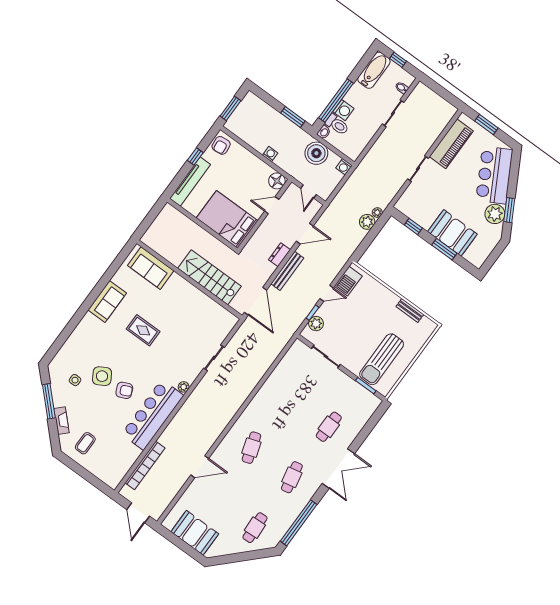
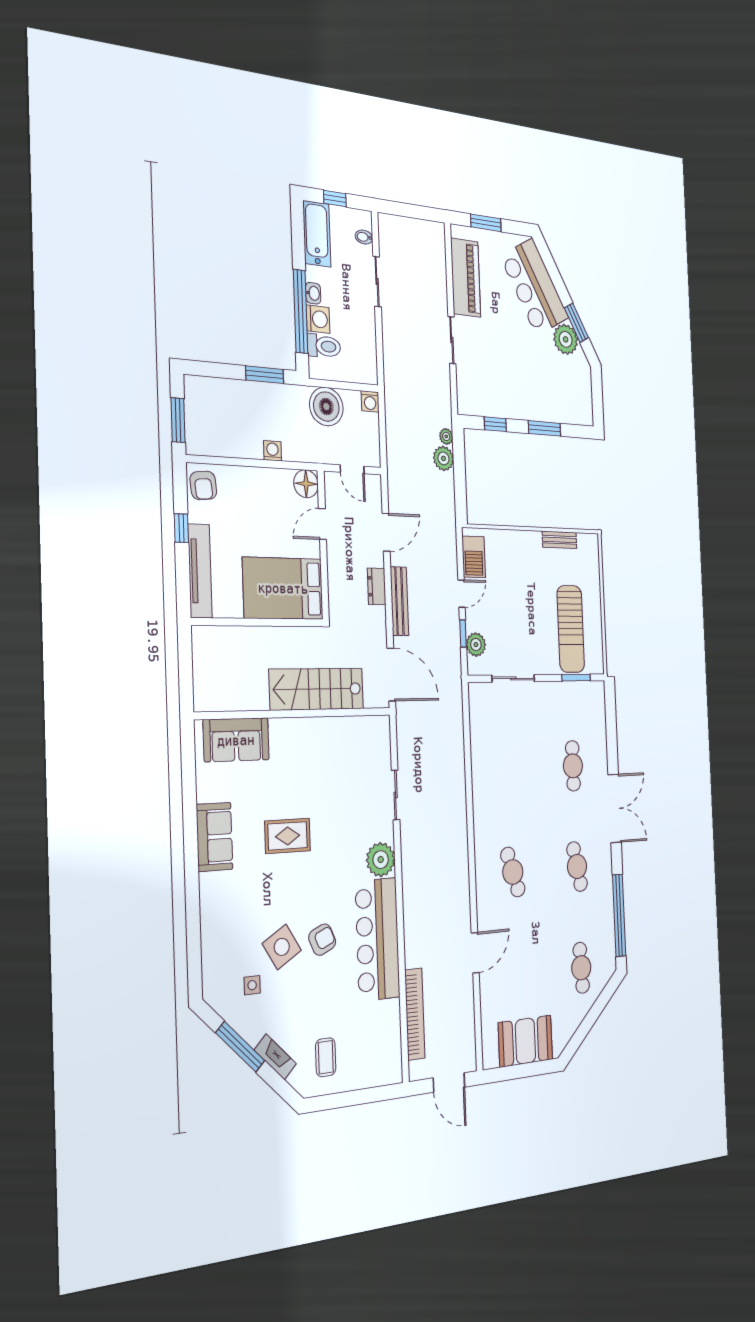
washbasin: (324, 132) -> (313, 293), moved
booth: (452, 233) -> (539, 400), removed
plant: (184, 387) -> (381, 860), width x1.88, depth x1.88

